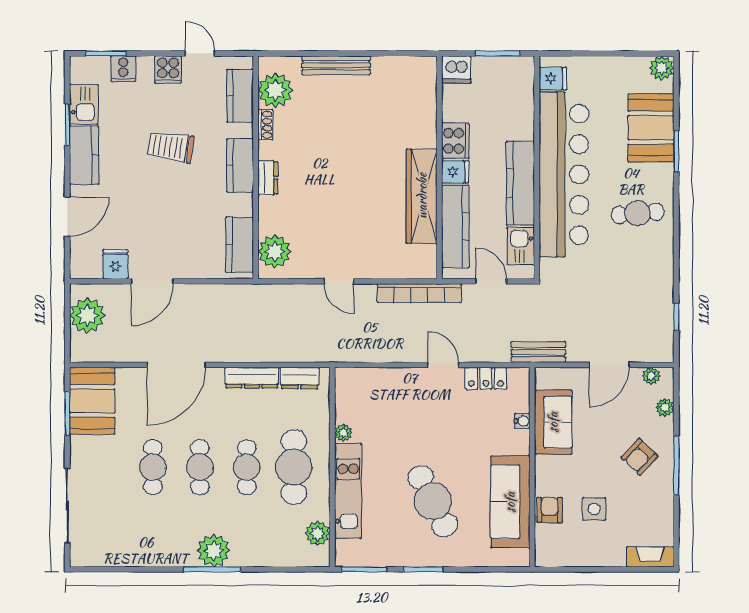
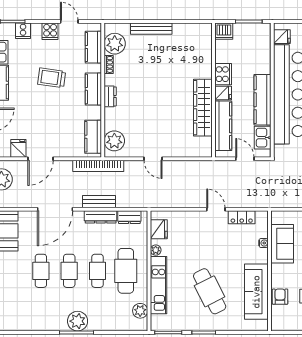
bookcase: (419, 293) -> (98, 166), moved
bench: (538, 352) -> (99, 202), moved
fridge: (348, 398) -> (159, 229), added

